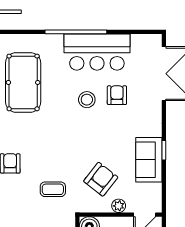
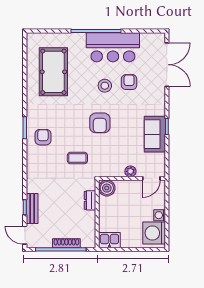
armchair: (101, 179) -> (100, 123), moved, turned 142

